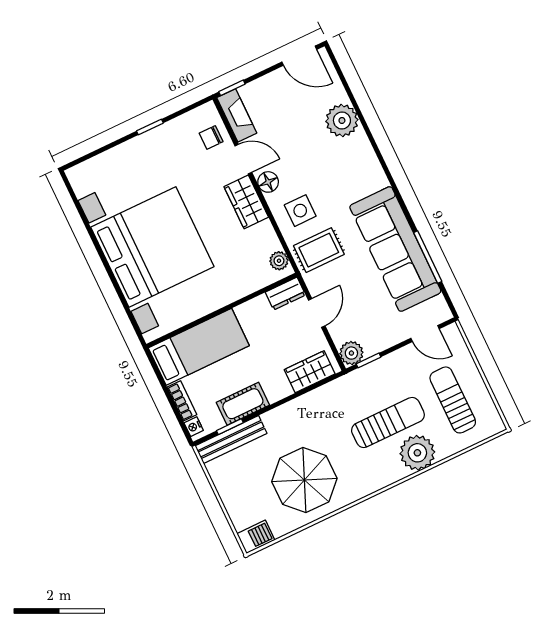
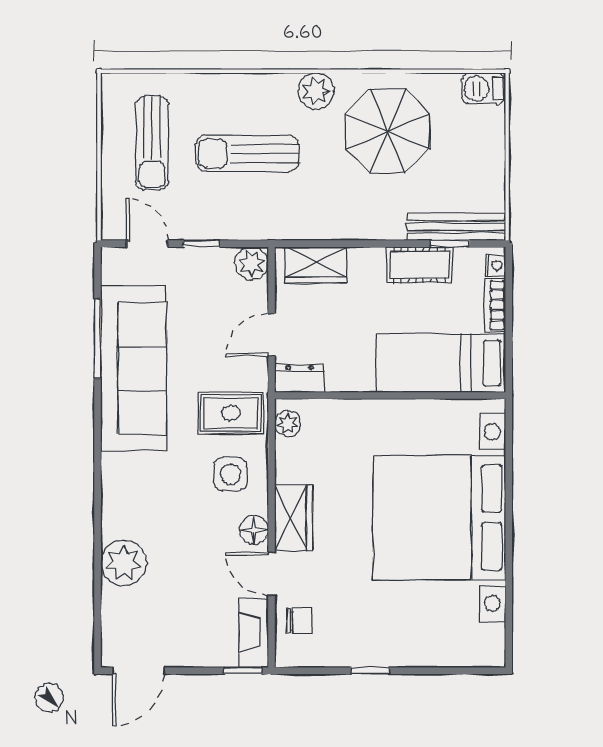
door: (299, 56) -> (138, 671), swing flipped
window: (369, 360) -> (201, 244), moved
plant: (417, 453) -> (316, 91), moved, width x0.73, depth x0.73

